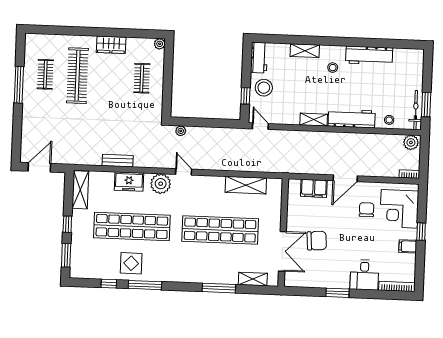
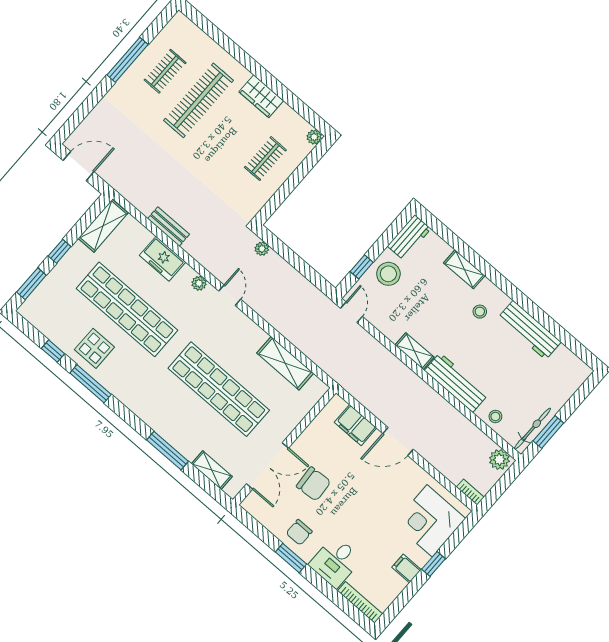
plant: (161, 184) -> (199, 283), width x0.53, depth x0.53
chair: (367, 210) -> (299, 532), moved, turned 180

